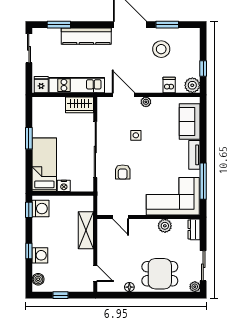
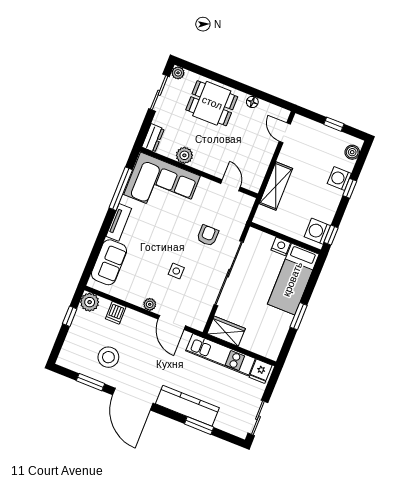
window: (59, 25) -> (199, 426), moved

